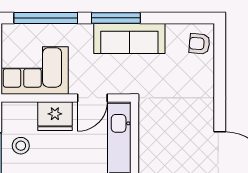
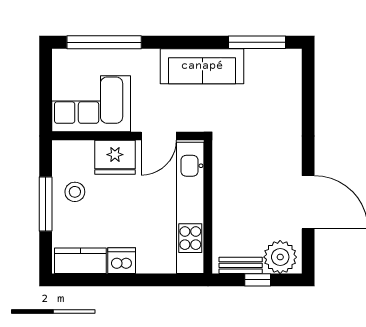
window: (116, 18) -> (257, 42), moved
armchair: (199, 44) -> (284, 72), removed

